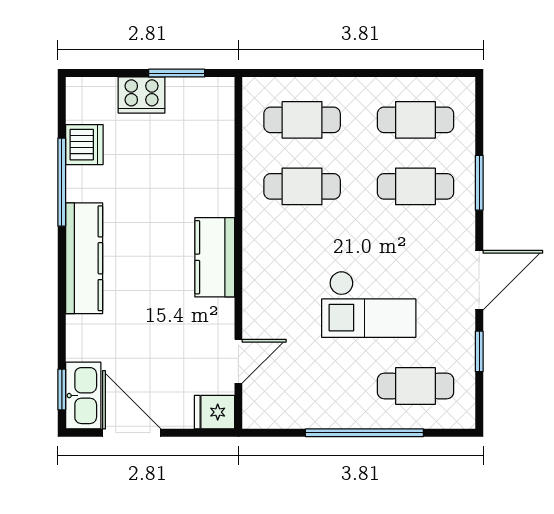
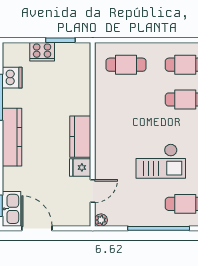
cafe table: (302, 186) -> (126, 99), removed
fridge: (214, 412) -> (80, 167), moved
plant: (254, 417) -> (101, 220), added

